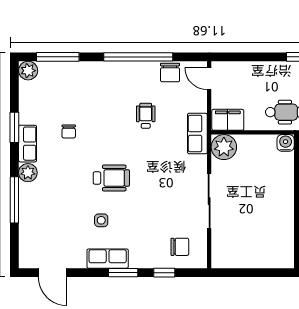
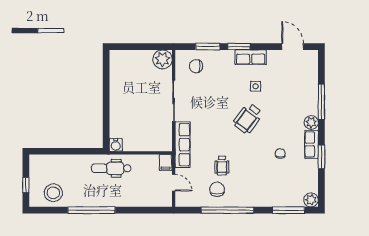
chair: (170, 73) -> (217, 189), moved
door: (209, 79) -> (174, 183), moved
filing cabinet: (228, 120) -> (166, 163), width x0.50
row of seats: (197, 133) -> (183, 145), width x1.48
plant: (224, 147) -> (163, 59), moved
wheelchair: (111, 178) -> (248, 118), turned -53
window: (164, 273) -> (208, 47), width x1.50

